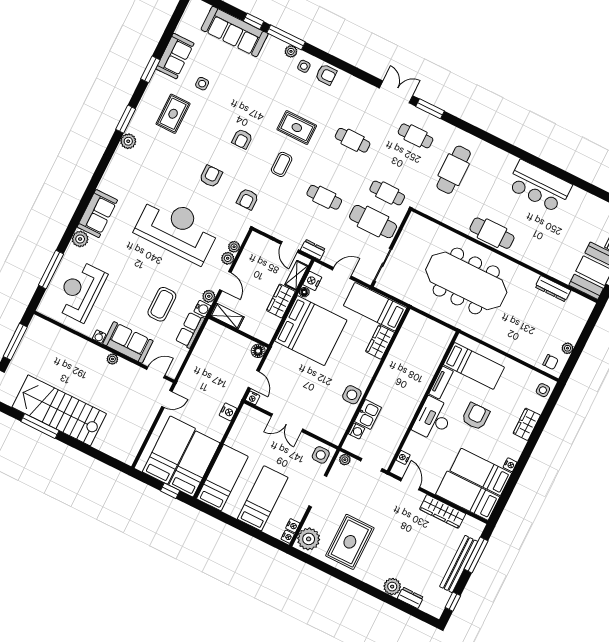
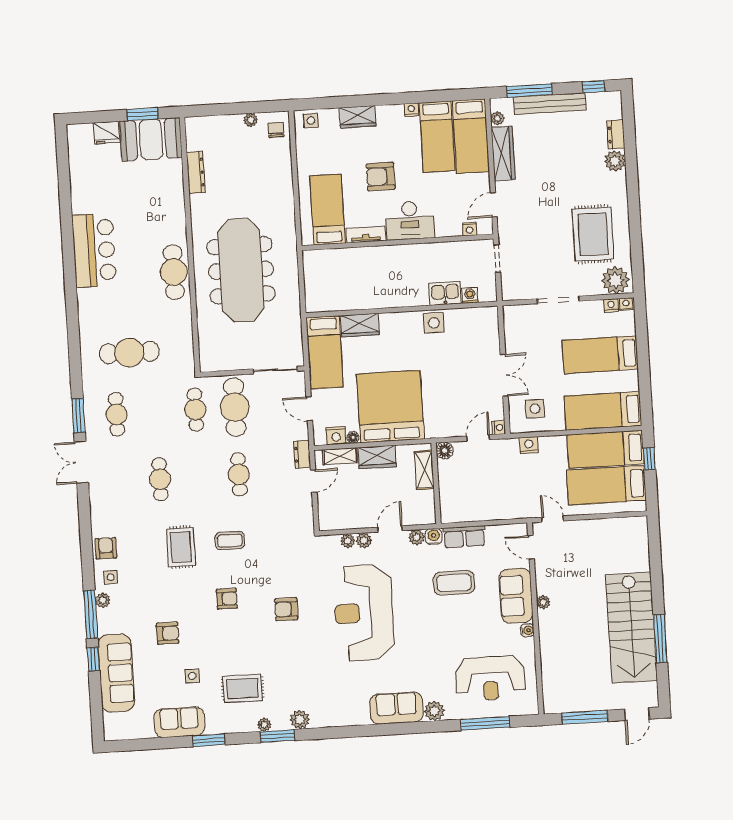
plant: (139, 115) -> (264, 725), added
armchair: (247, 199) -> (168, 633), moved
shelving: (227, 316) -> (424, 470), moved
side table: (321, 455) -> (535, 409), moved
plant: (345, 460) -> (497, 118), moved
rug: (350, 542) -> (593, 234), turned 90

